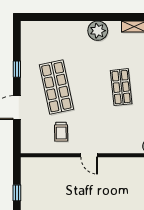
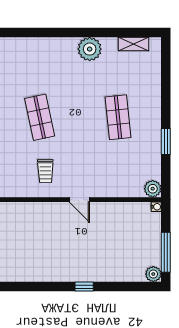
shop shelf: (56, 87) -> (40, 117), width x0.70, depth x0.74

